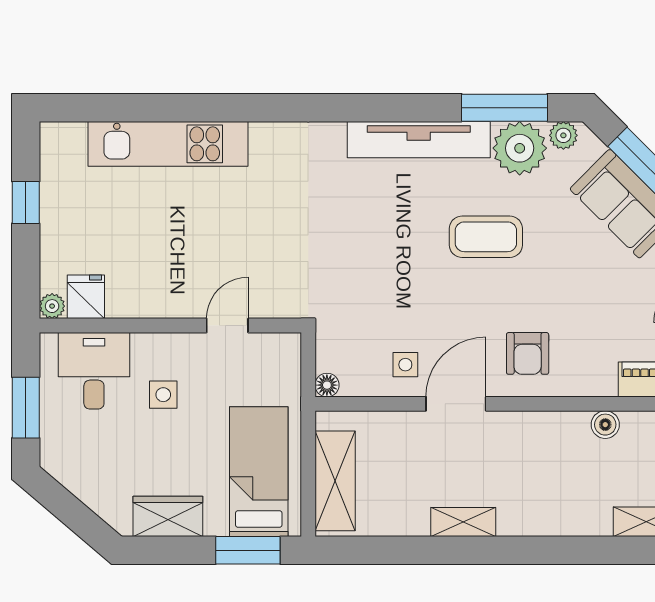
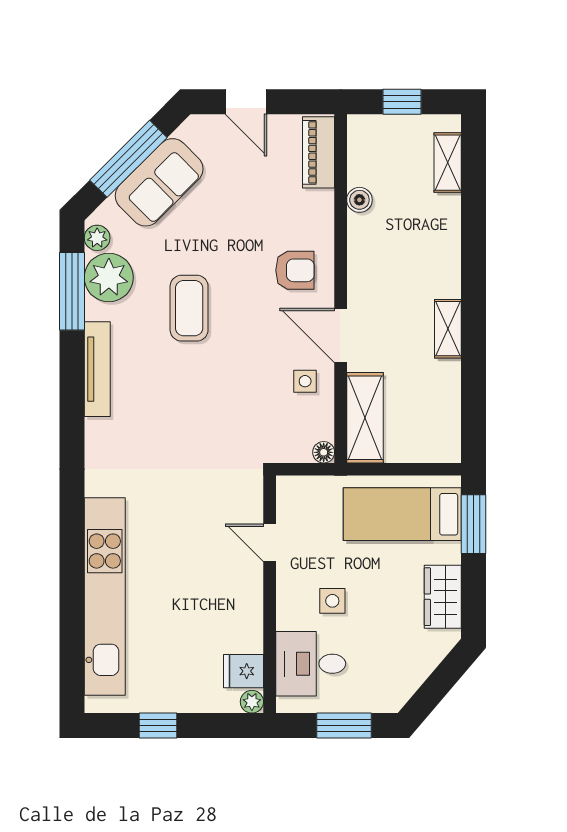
tv unit: (419, 140) -> (97, 369), width x0.73, depth x0.78
kitchen unit: (168, 144) -> (105, 597), width x1.36
shelving: (335, 481) -> (365, 418), moved, turned 90

